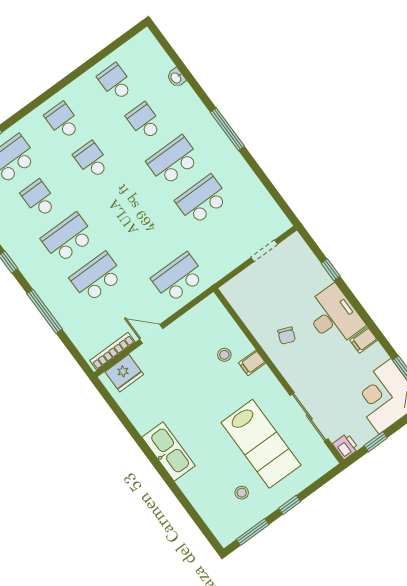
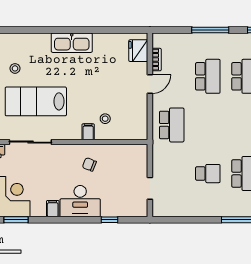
school desk: (202, 200) -> (208, 174), width x0.54
bookcase: (112, 351) -> (157, 60), width x0.64

